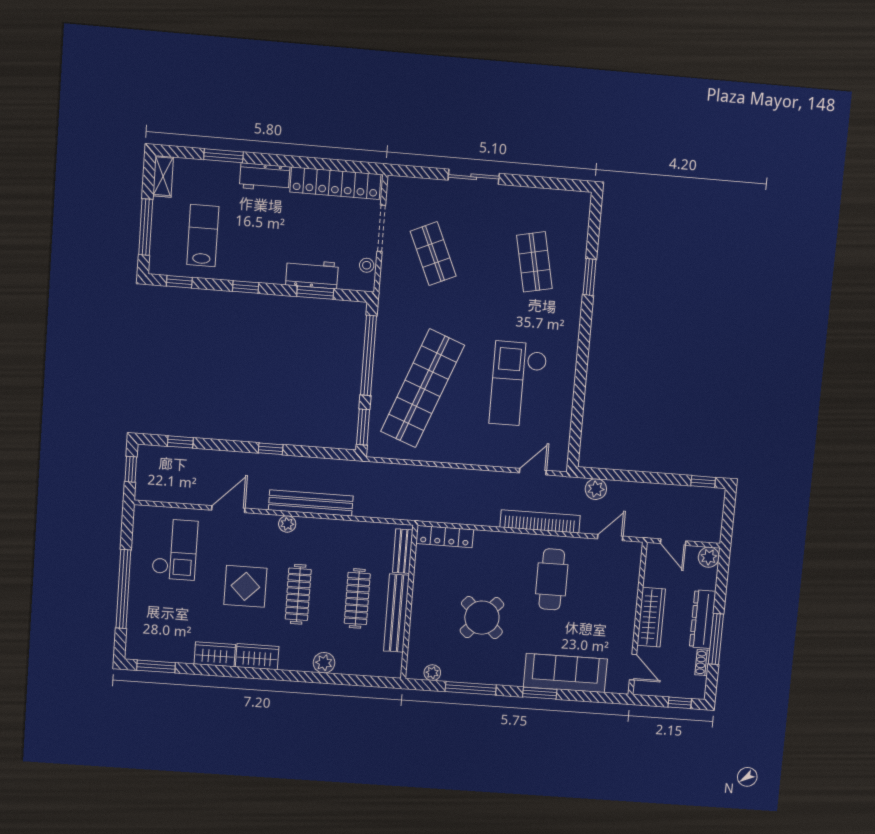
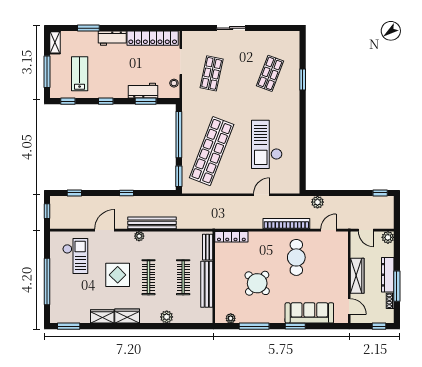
shop shelf: (433, 254) -> (212, 73), turned 36
shop shelf: (534, 262) -> (270, 73), turned 33
door: (533, 472) -> (262, 195), moved

